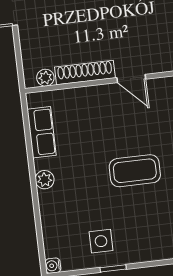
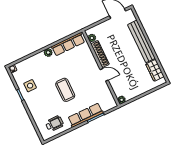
door: (131, 78) -> (104, 75), swing flipped
row of seats: (42, 132) -> (68, 44), width x1.48

